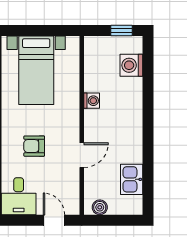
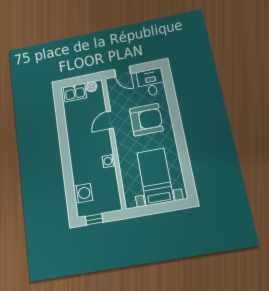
armchair: (34, 146) -> (146, 120), width x1.88, depth x1.88
kitchen sink: (132, 179) -> (75, 93), moved, turned 90

